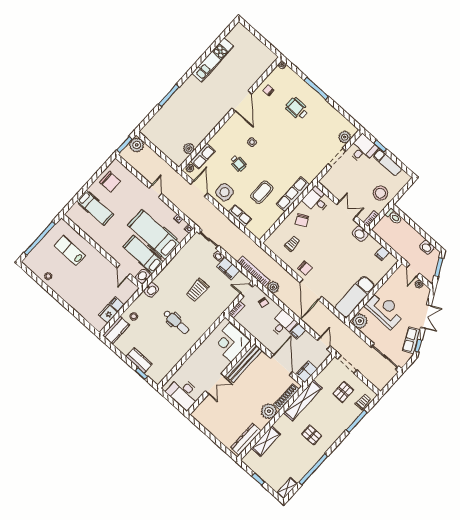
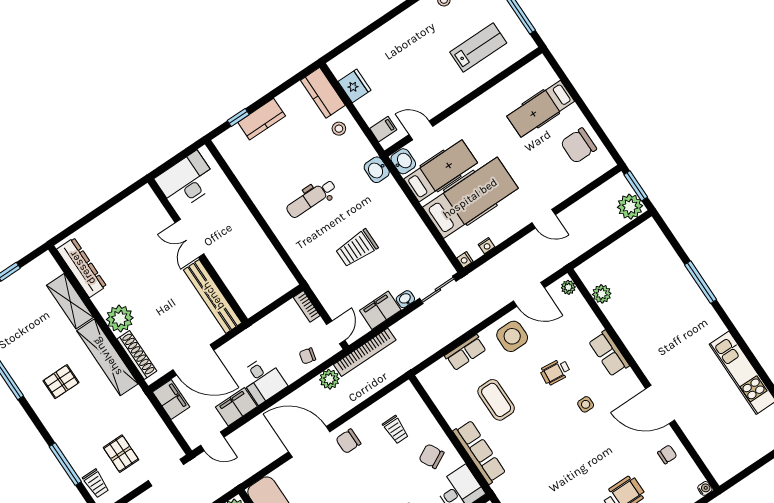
row of seats: (203, 156) -> (609, 353), moved
trolley: (197, 290) -> (357, 248), turned -90
filing cabinet: (117, 304) -> (383, 129), moved
filing cabinet: (298, 331) -> (236, 407), width x2.00
corner desk: (230, 342) -> (254, 282), removed
shelving: (303, 400) -> (107, 357), moved

